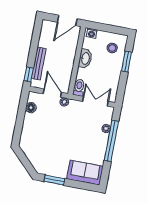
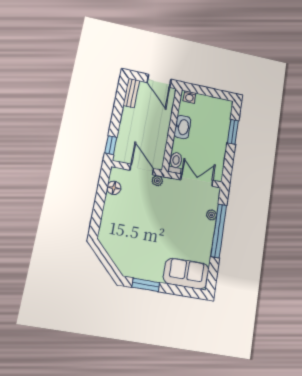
door: (67, 20) -> (159, 81), hinge flipped
stool: (112, 48) -> (215, 115), removed
bench: (39, 64) -> (131, 93), moved, width x0.73

